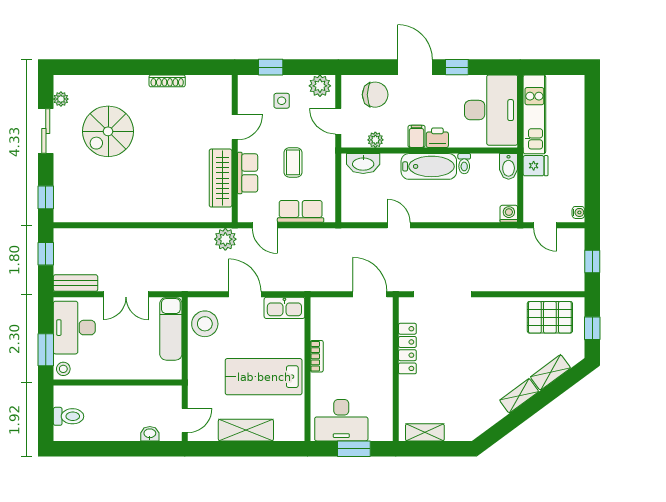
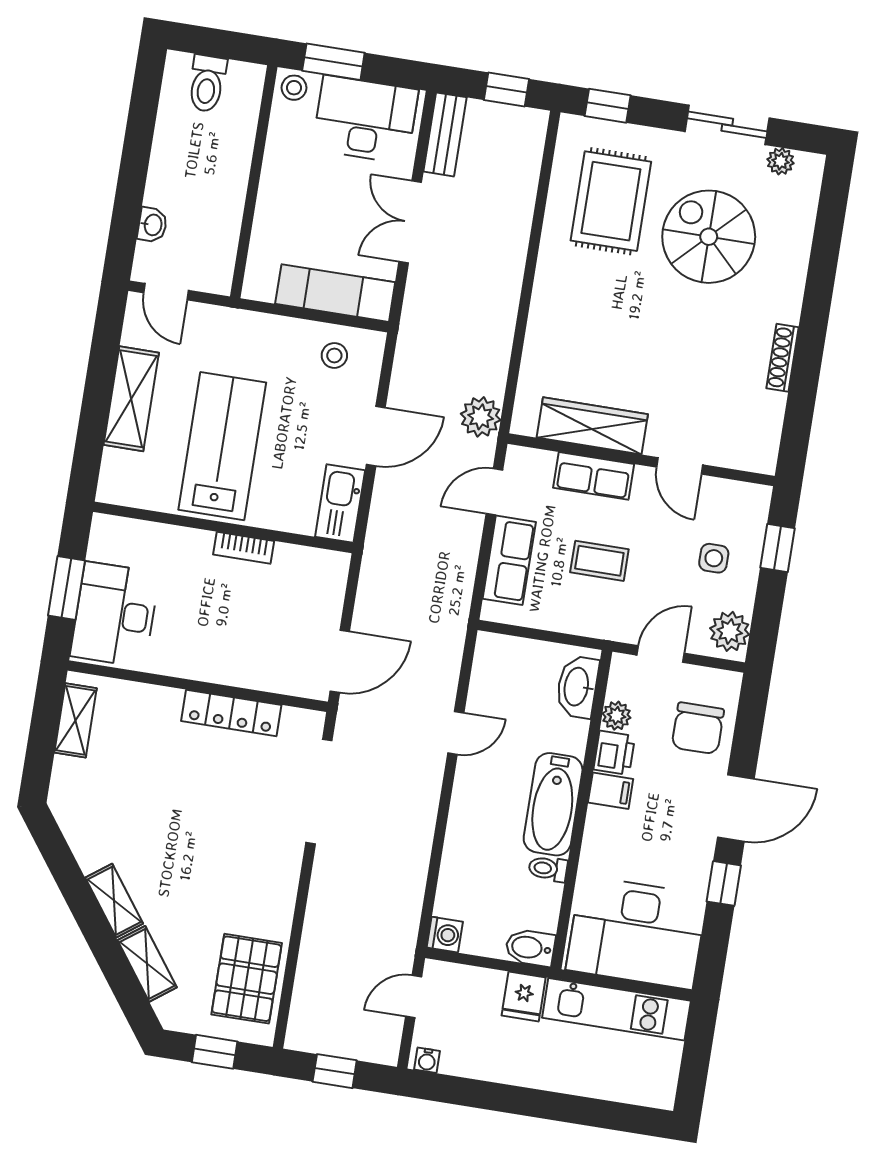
printer: (437, 138) -> (614, 753), moved
rug: (97, 187) -> (611, 201), added
stool: (205, 324) -> (334, 355), width x0.53, depth x0.53
desk: (341, 420) -> (115, 615), moved

